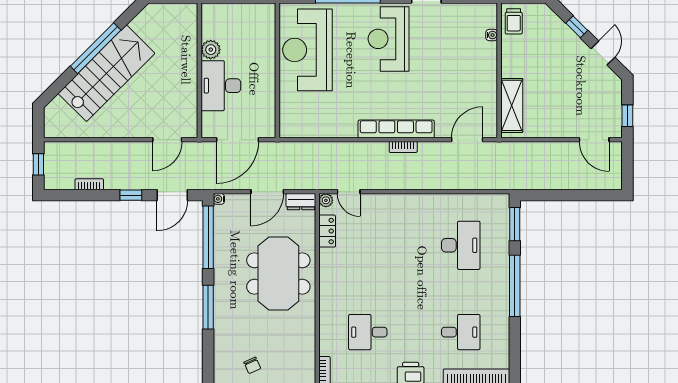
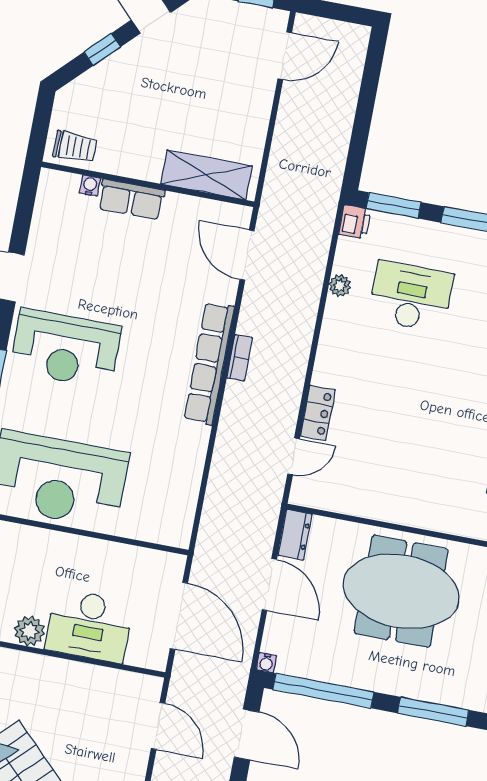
row of seats: (488, 62) -> (131, 199), added
plant: (326, 200) -> (340, 286), moved
printer: (500, 202) -> (355, 222), added
locker: (327, 231) -> (318, 413), moved, turned 90

